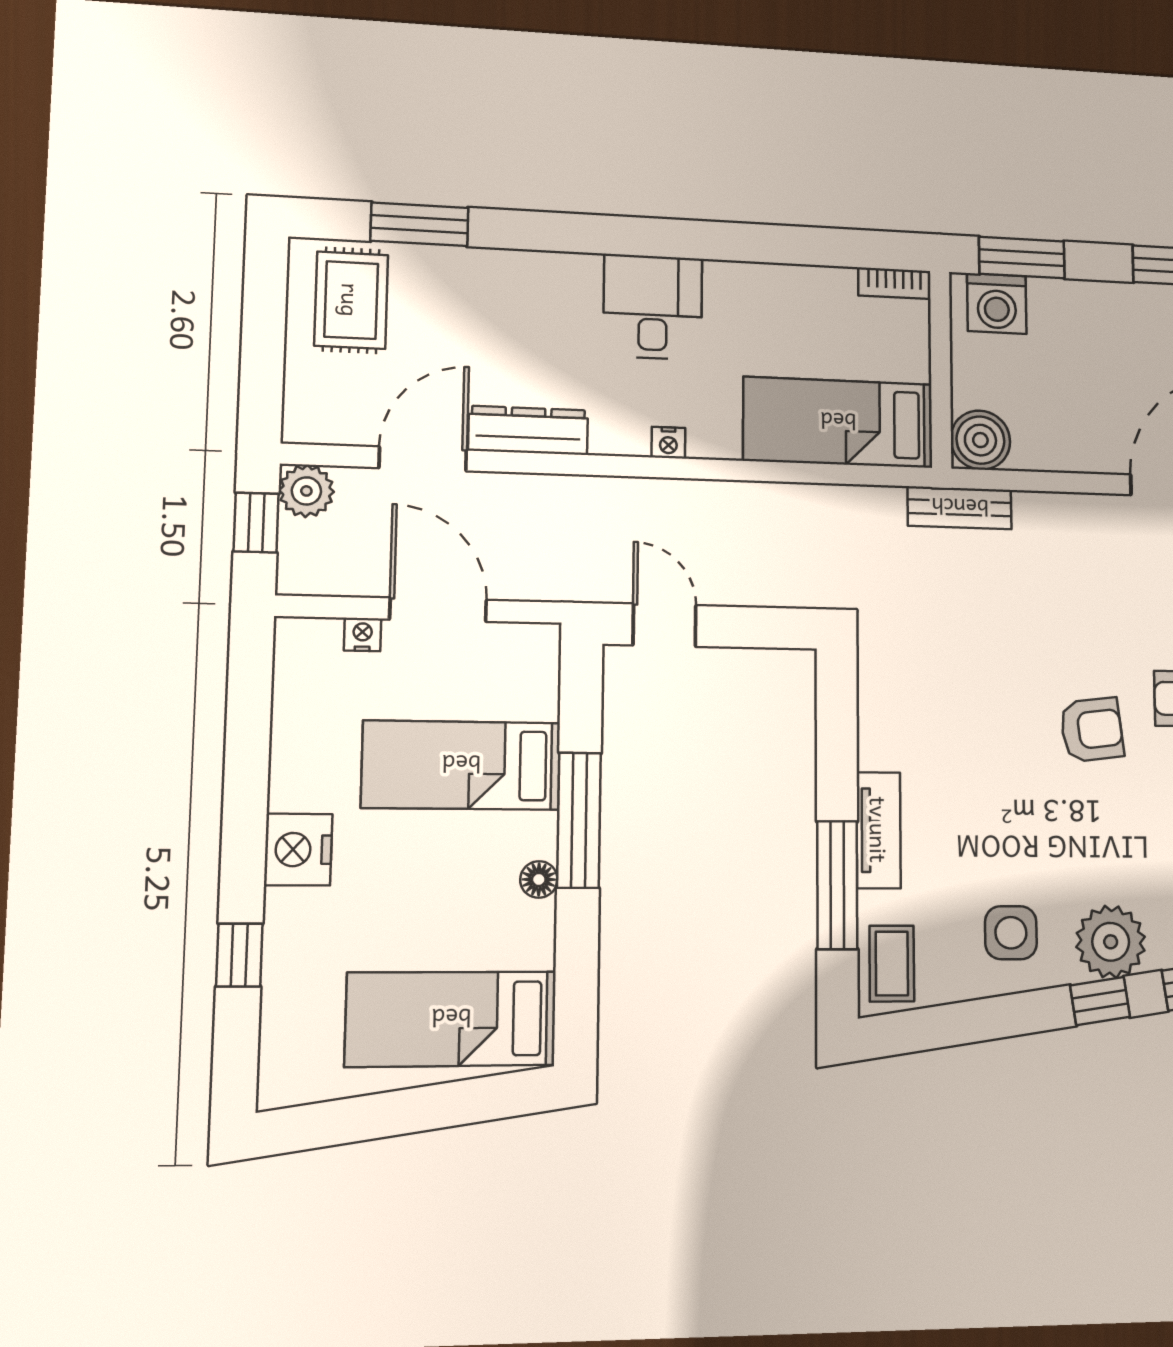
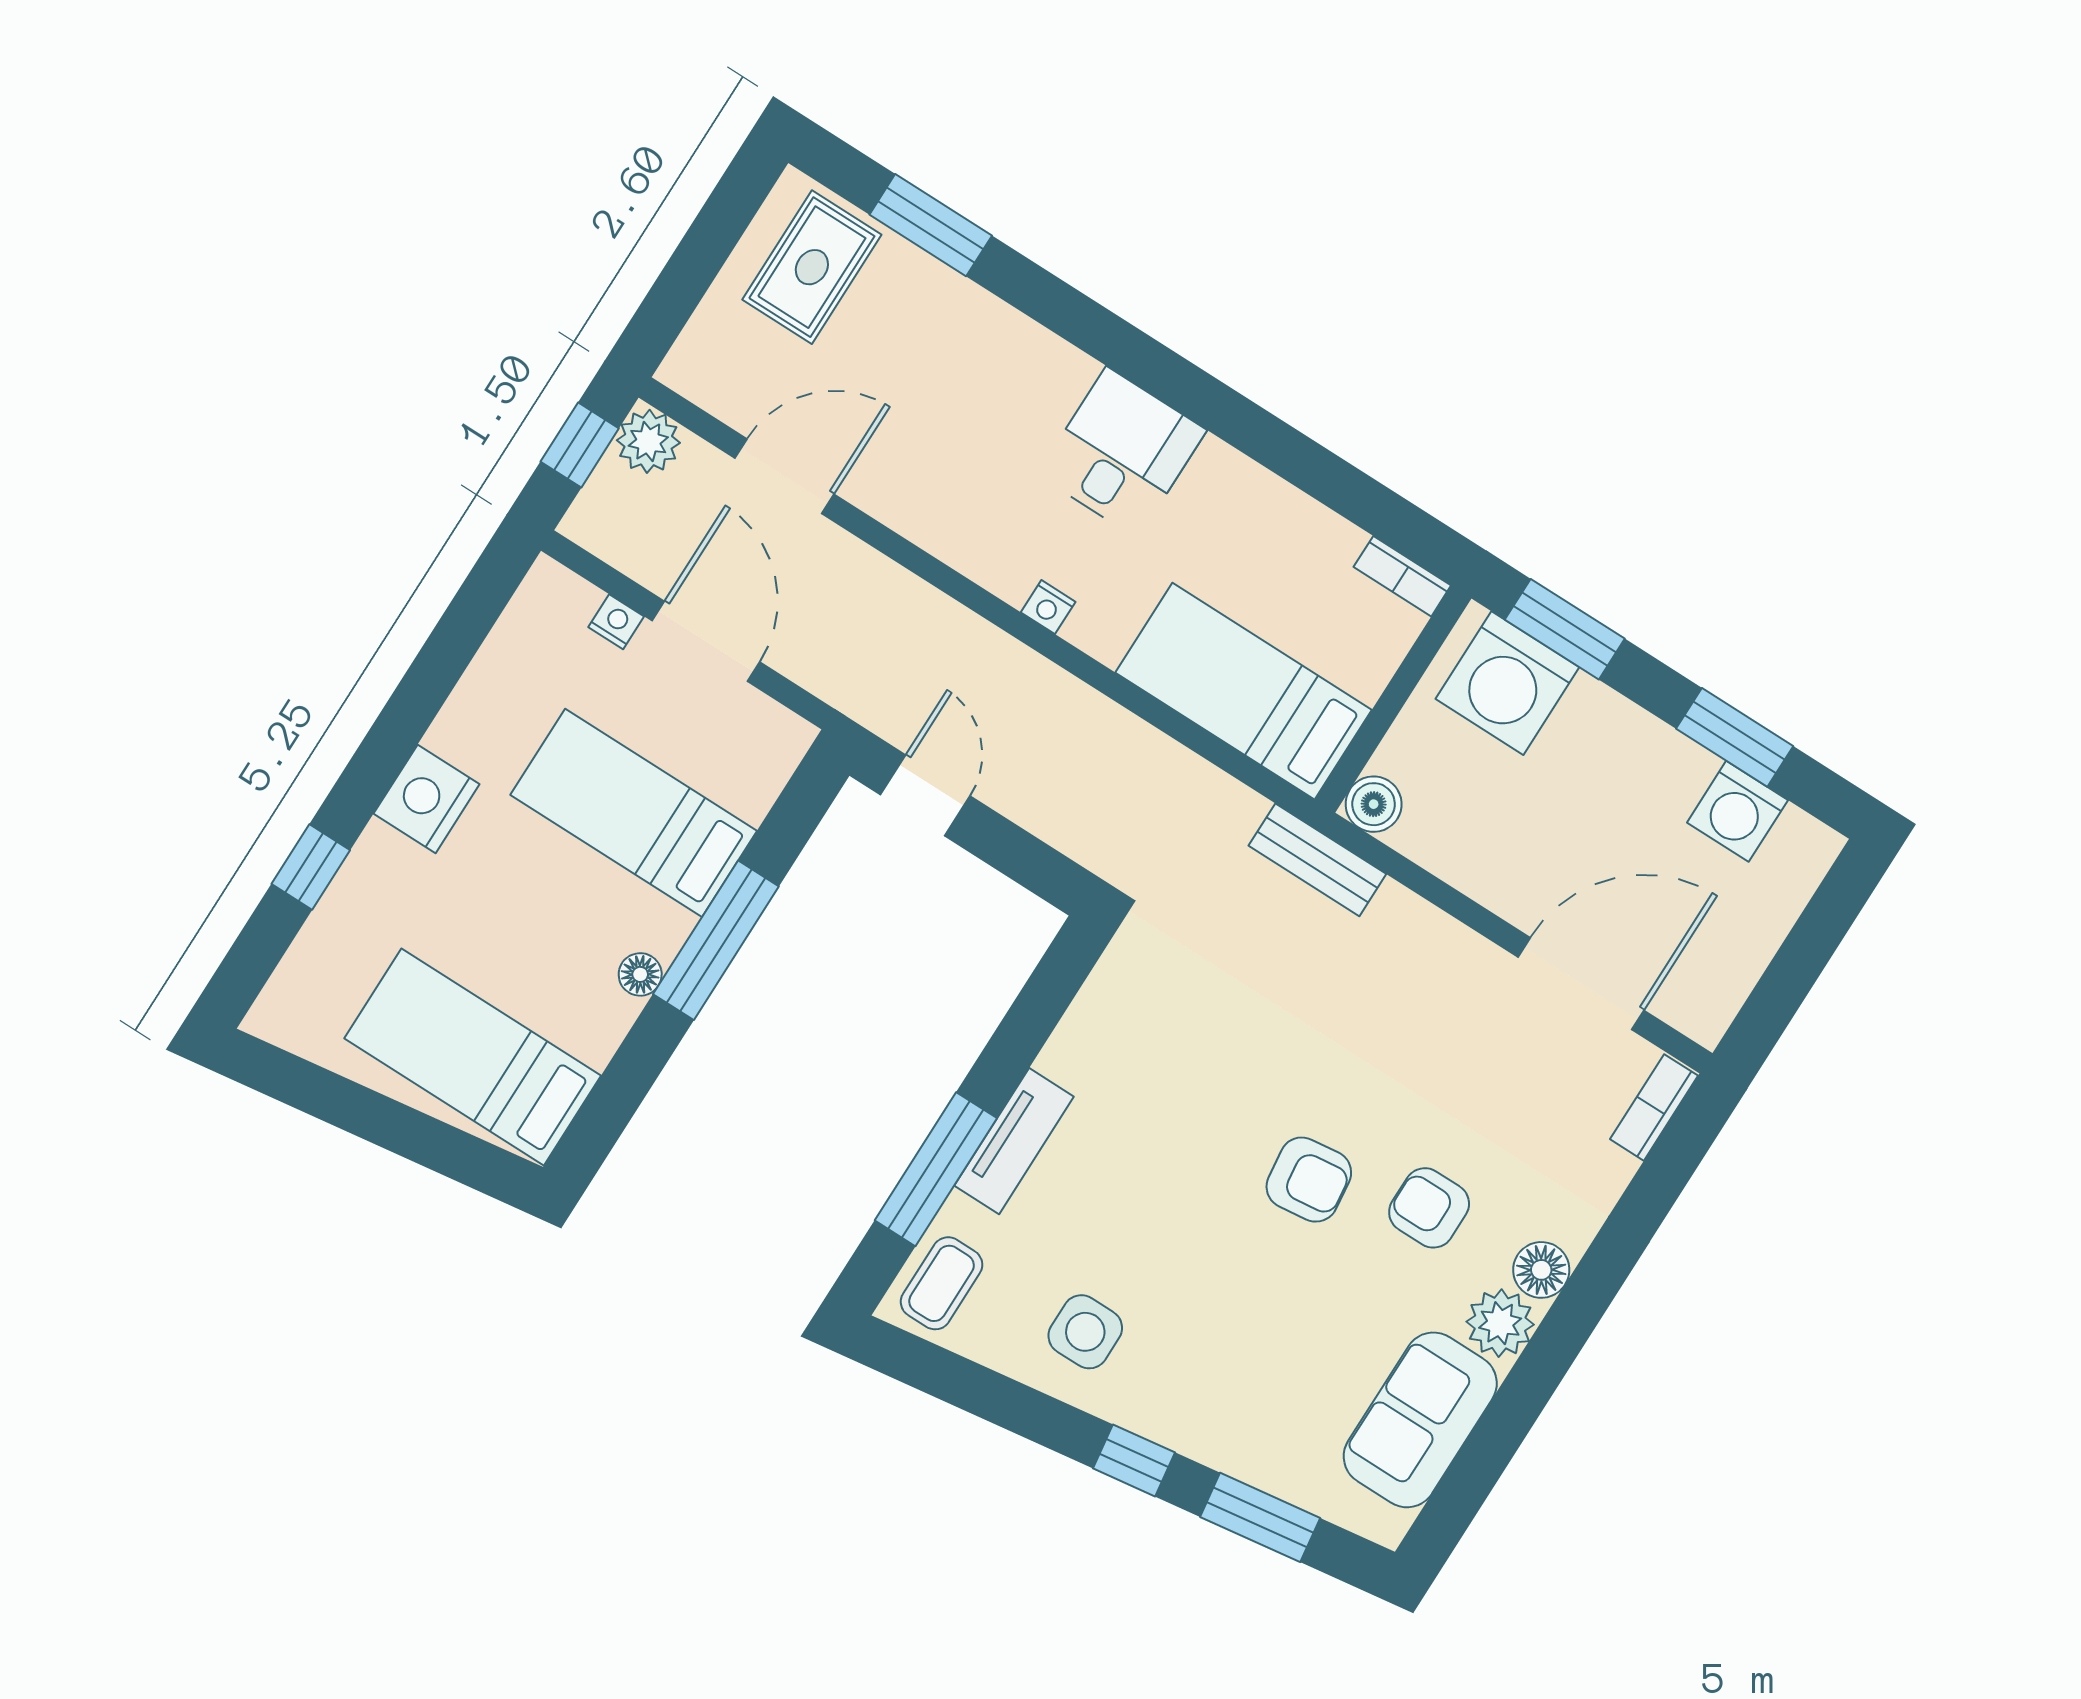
washing machine: (997, 304) -> (1507, 683), width x1.37, depth x1.37
dresser: (528, 430) -> (910, 509), removed
boiler: (980, 440) -> (1374, 804), width x0.73, depth x0.73
plant: (1111, 942) -> (1185, 1408), removed

